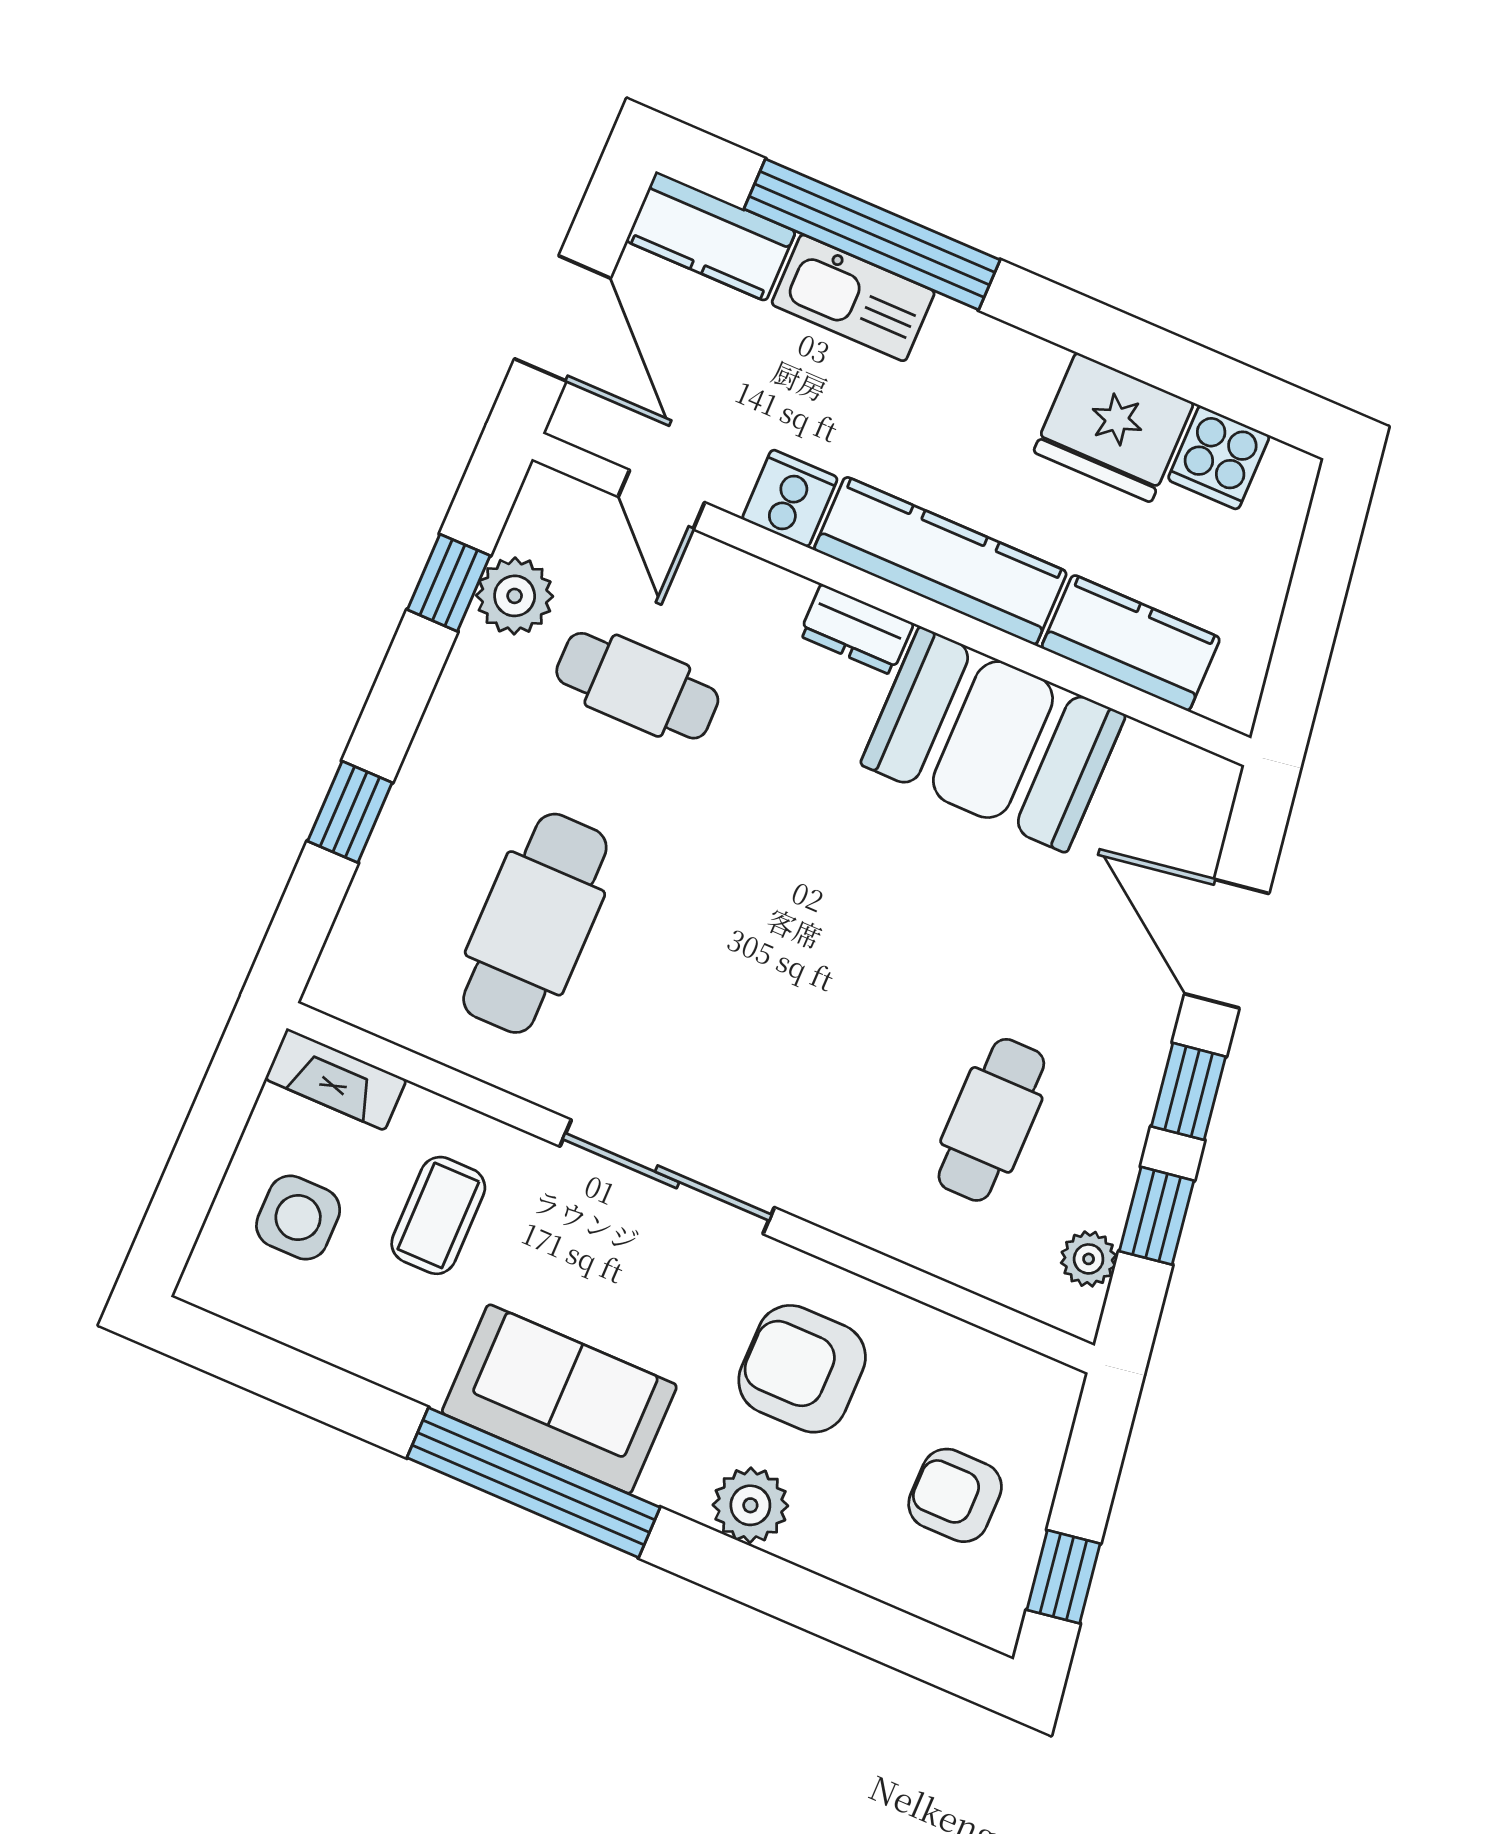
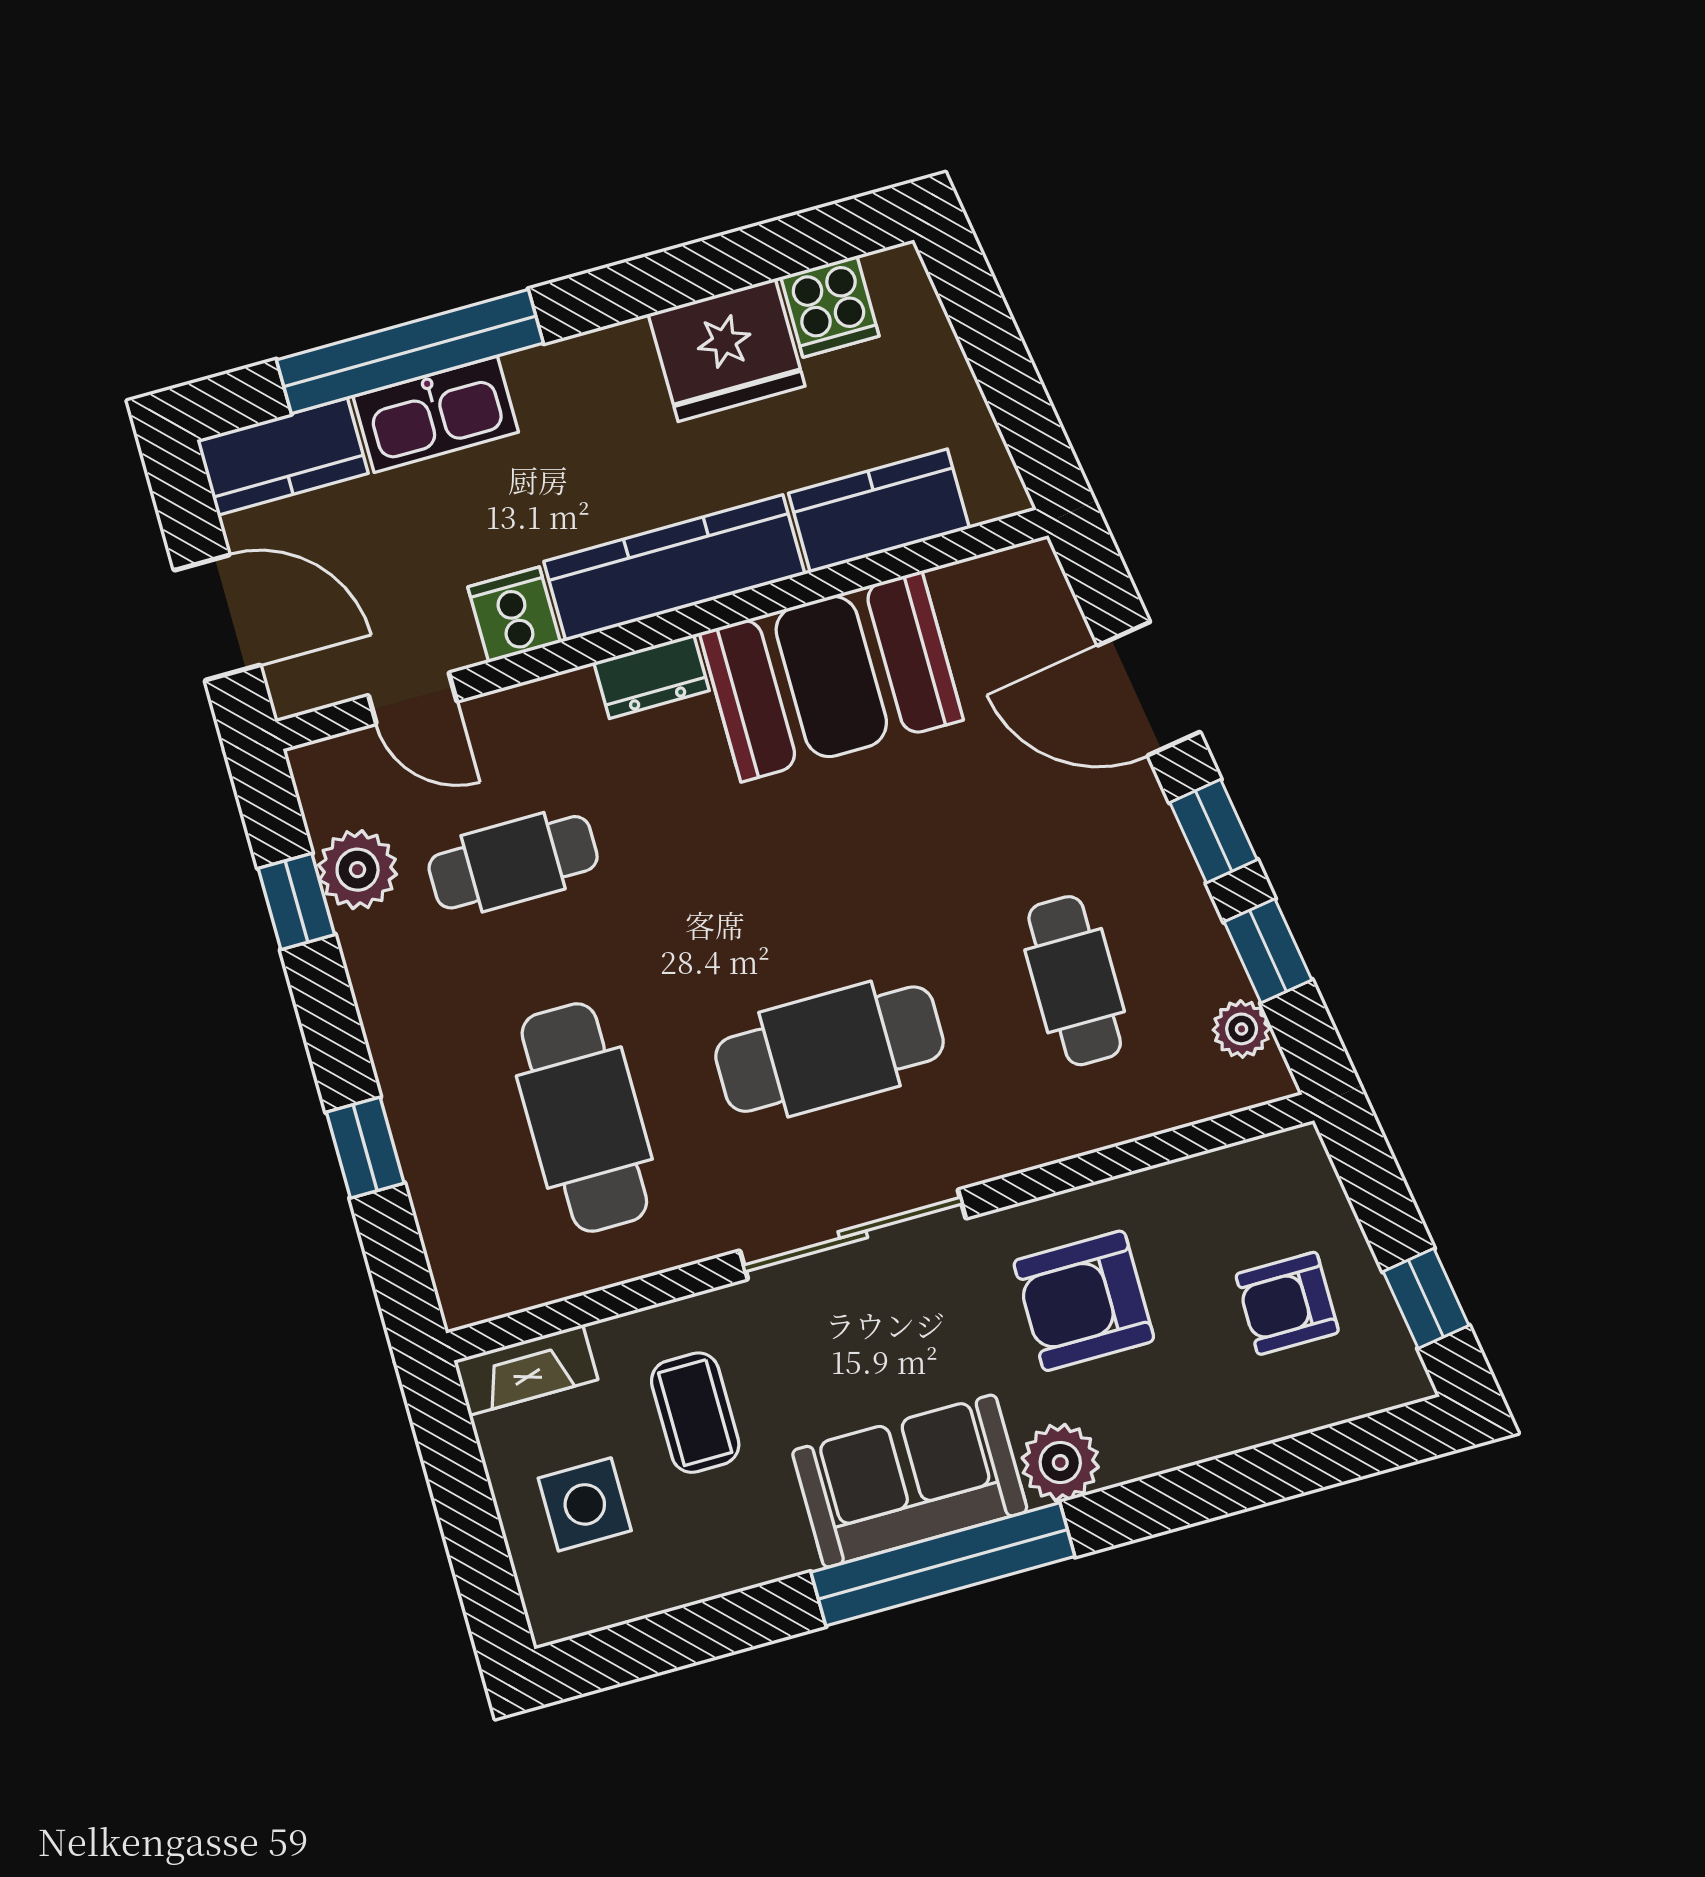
cafe table: (763, 1022) -> (829, 1049), added
plant: (750, 1505) -> (1060, 1462), moved

